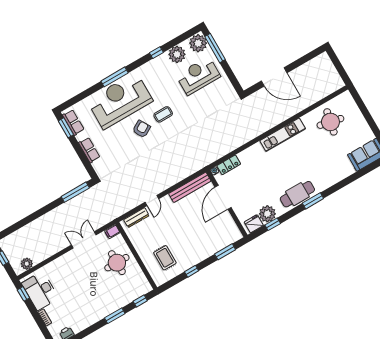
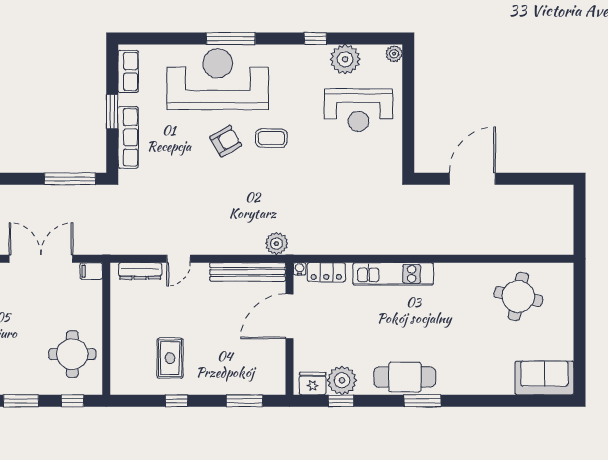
plant: (198, 43) -> (394, 54), width x0.53, depth x0.53
window: (215, 48) -> (408, 83), removed
reception desk: (198, 76) -> (358, 110), turned 180
door: (274, 77) -> (472, 179), swing flipped
window: (66, 128) -> (112, 112), moved
kitchen unit: (283, 135) -> (393, 274), moved
row of seats: (89, 150) -> (128, 137), width x1.48
plant: (196, 165) -> (277, 244), added
double door: (84, 240) -> (41, 259), width x1.37
rug: (165, 258) -> (170, 358), moved
round table: (117, 263) -> (72, 354), moved

